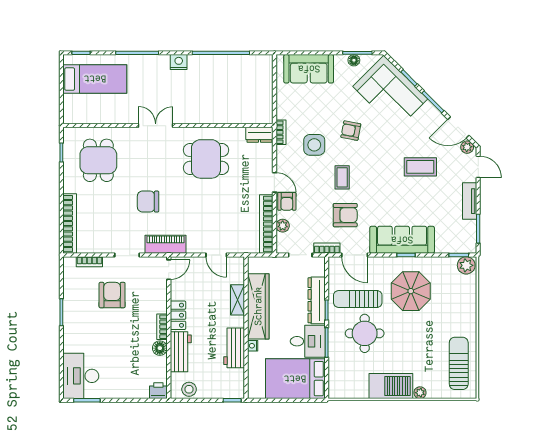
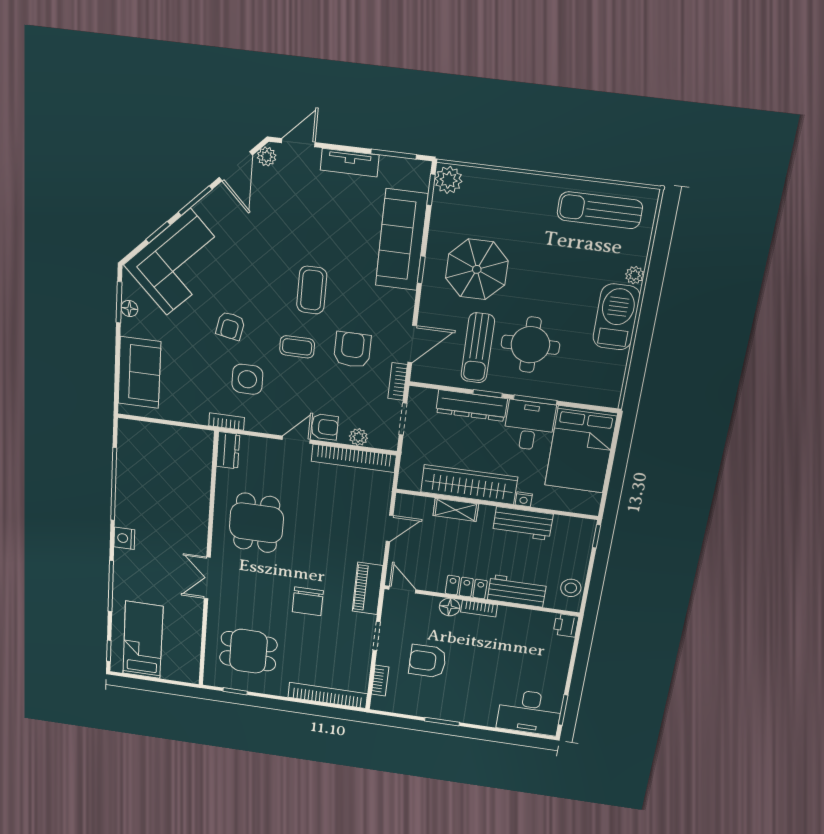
coffee table: (420, 167) -> (312, 290), moved
sofa: (402, 240) -> (401, 240), moved
floor lamp: (160, 348) -> (450, 607), moved

